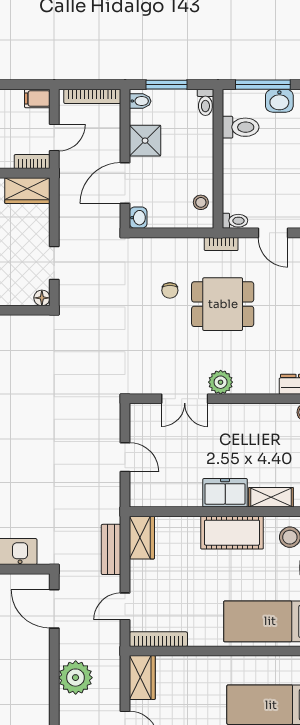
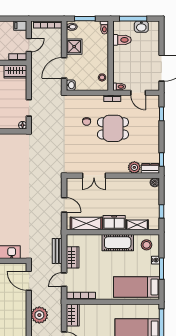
plant: (221, 382) -> (134, 167), moved
shelving: (169, 494) -> (86, 224), added
wardrobe: (142, 538) -> (73, 257), moved

